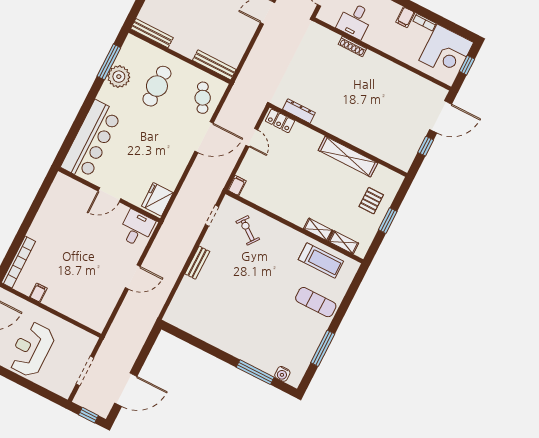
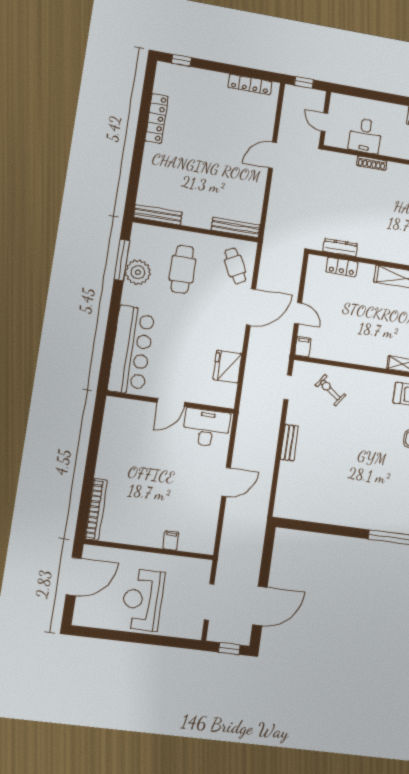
locker: (280, 121) -> (342, 267), moved
door: (252, 138) -> (298, 313), moved
fridge: (157, 199) -> (227, 367), moved
desk: (137, 228) -> (206, 428), width x1.37
filing cabinet: (38, 293) -> (171, 541), moved

